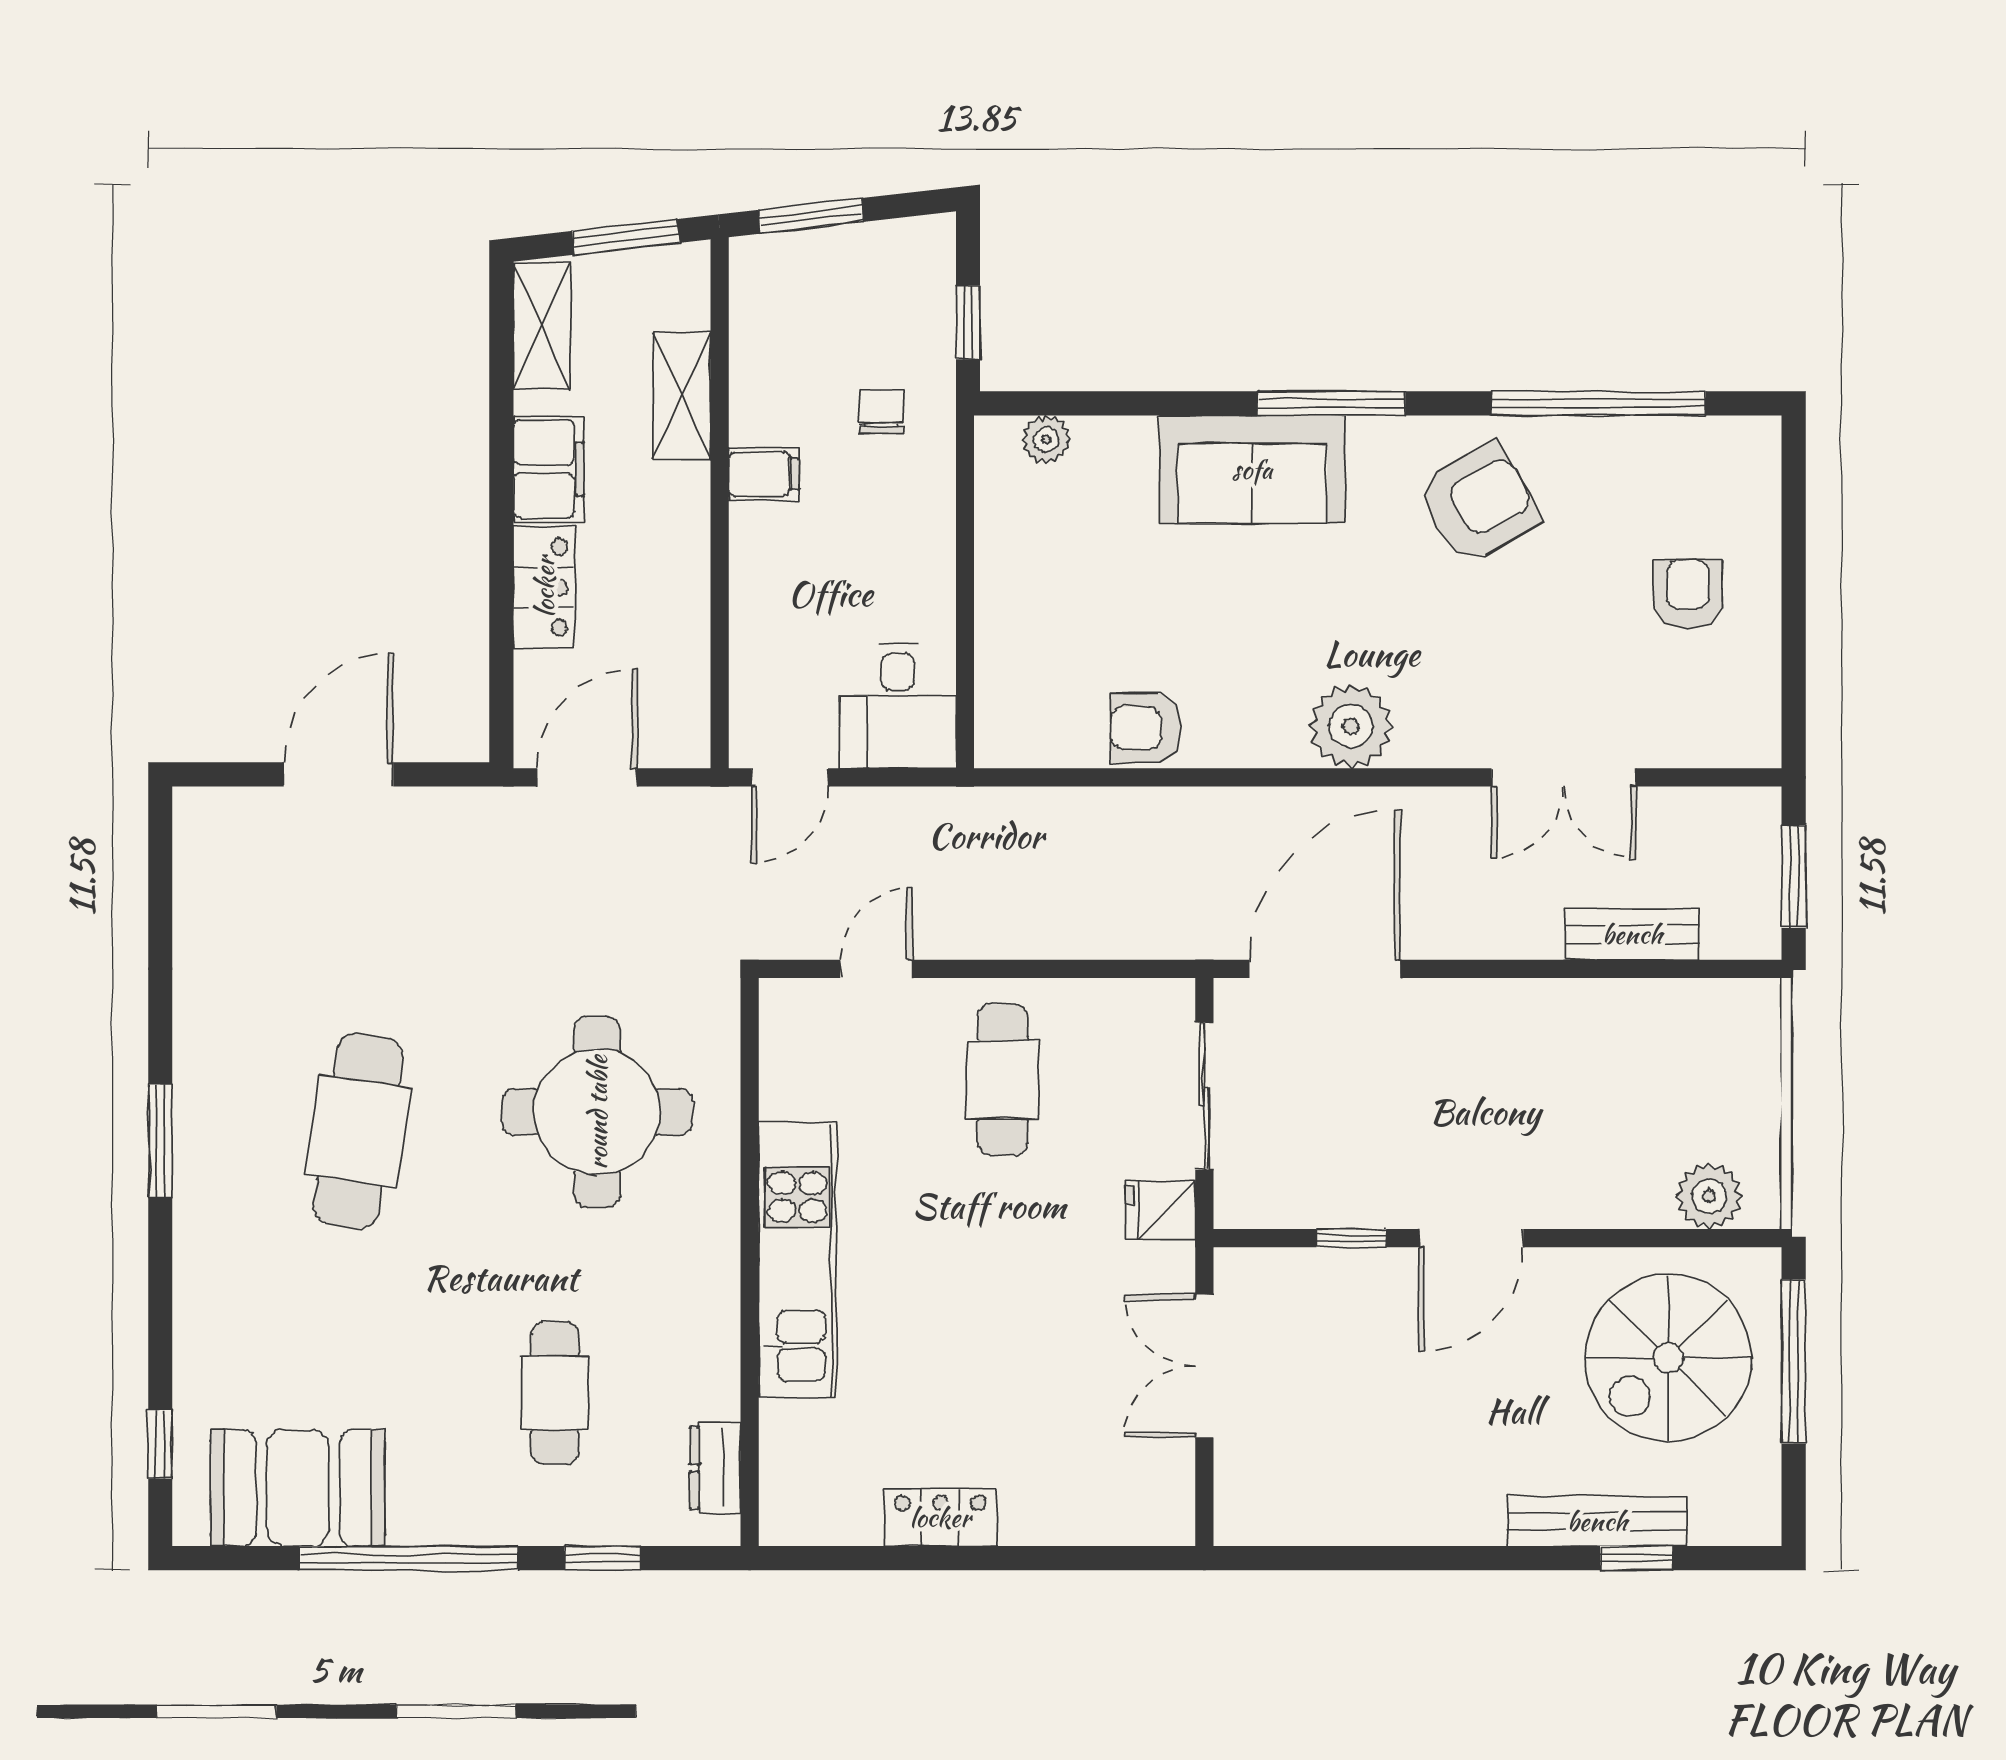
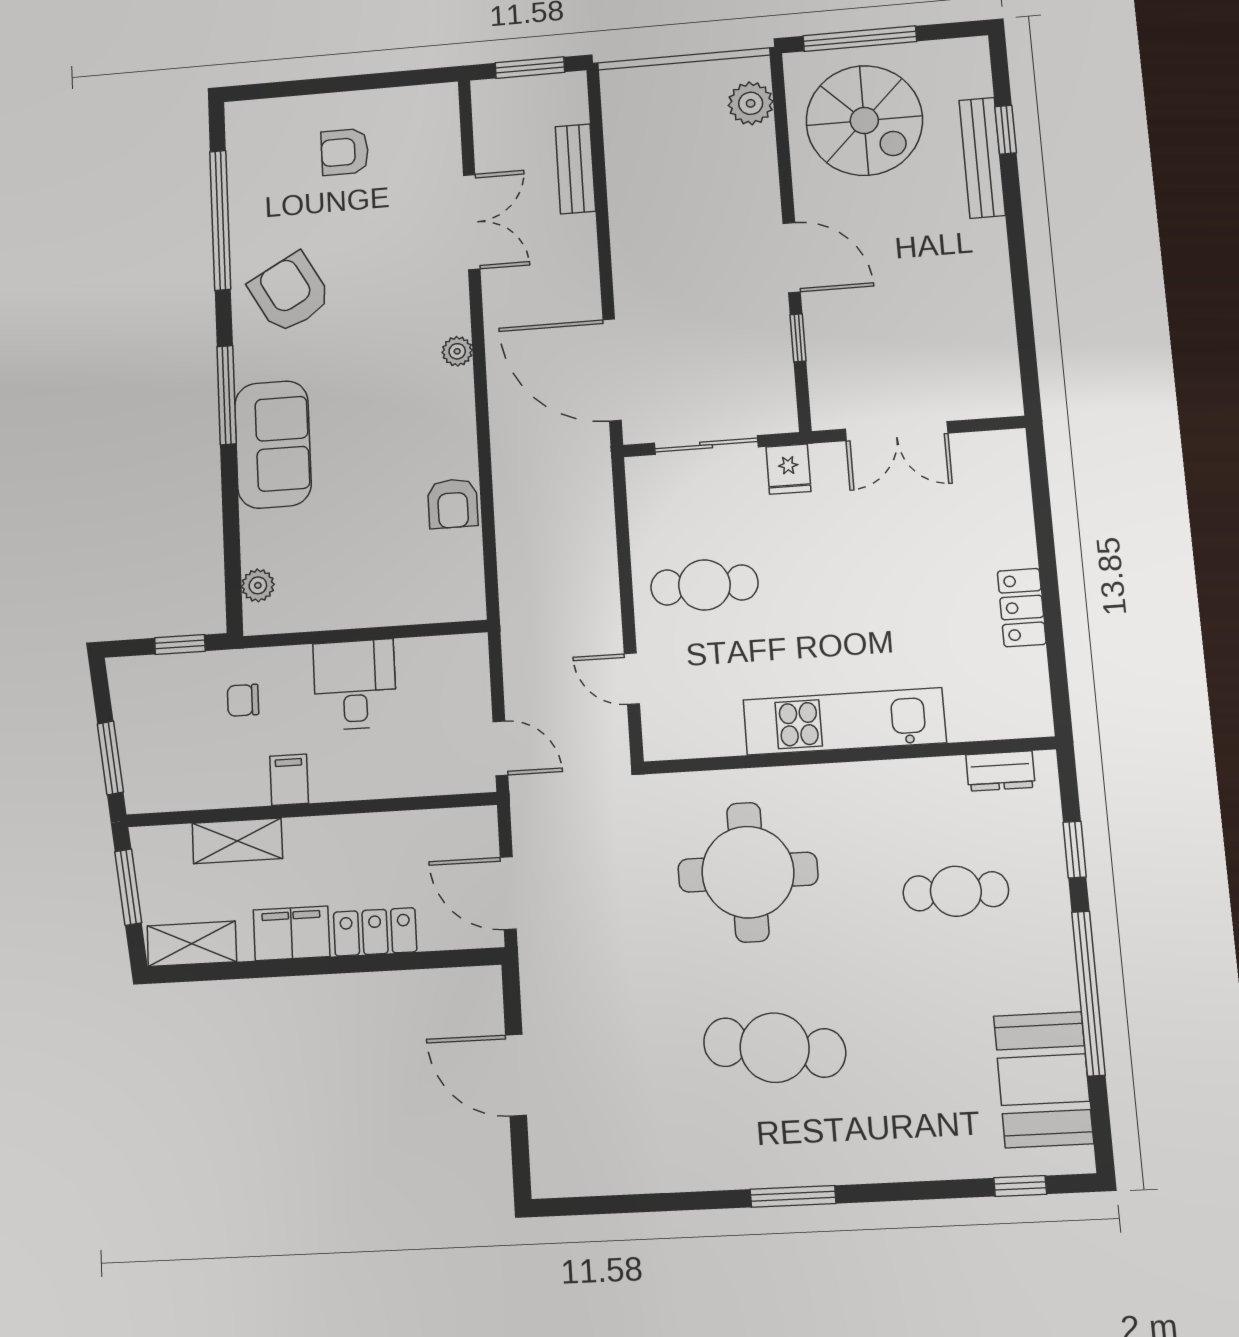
desk: (898, 706) -> (355, 685), moved, turned -90
plant: (1351, 726) -> (457, 351), width x0.53, depth x0.53

